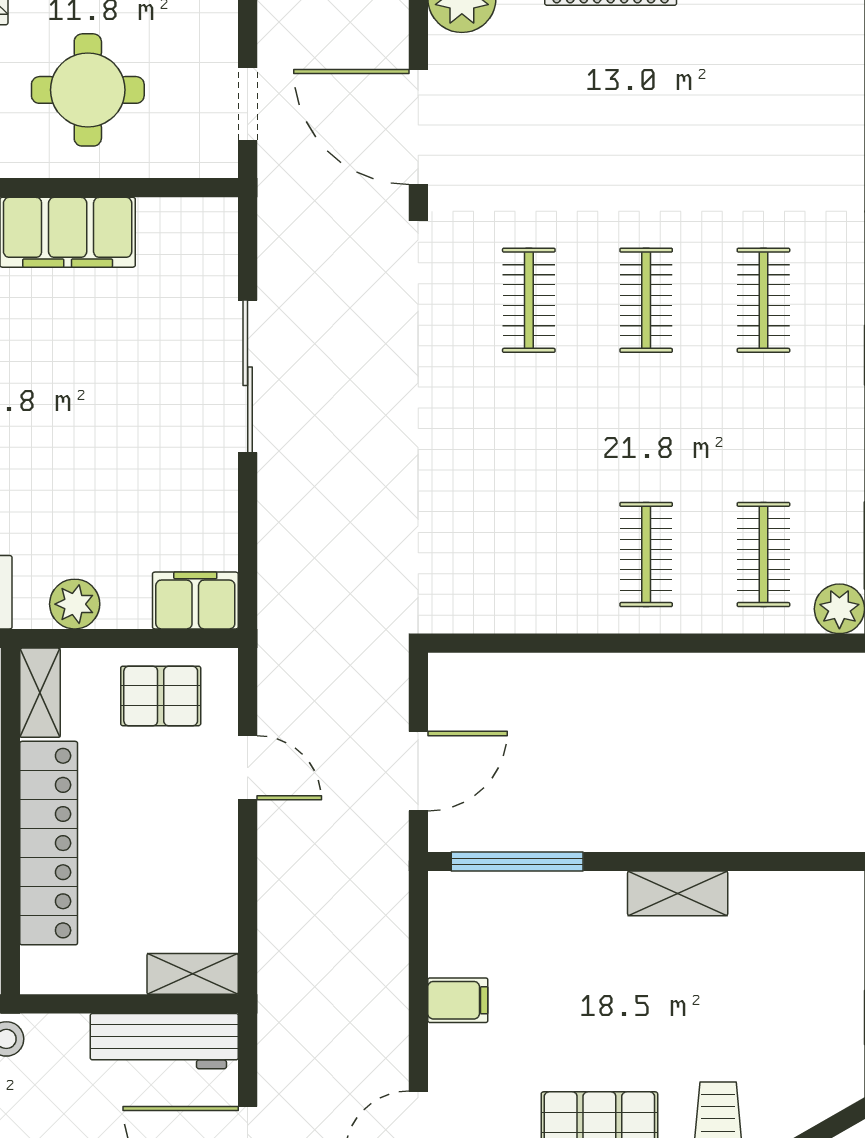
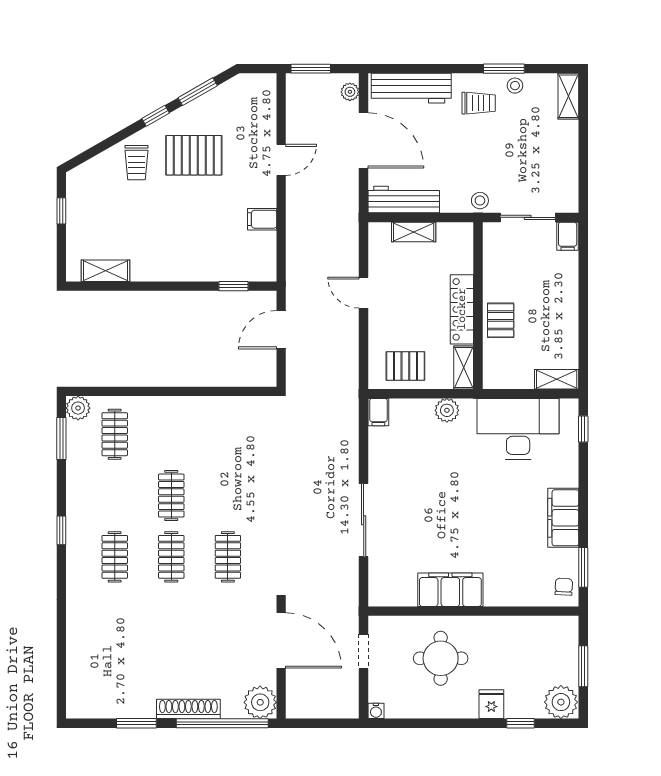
clothes rail: (646, 554) -> (171, 496), moved
filing cabinet: (195, 600) -> (378, 412), width x0.50
door: (248, 768) -> (364, 293), moved
locker: (49, 843) -> (462, 309), width x0.71, depth x0.83
window: (517, 861) -> (233, 286), width x0.46
shelving: (678, 893) -> (106, 271), moved
shelving: (193, 974) -> (414, 232), moved

